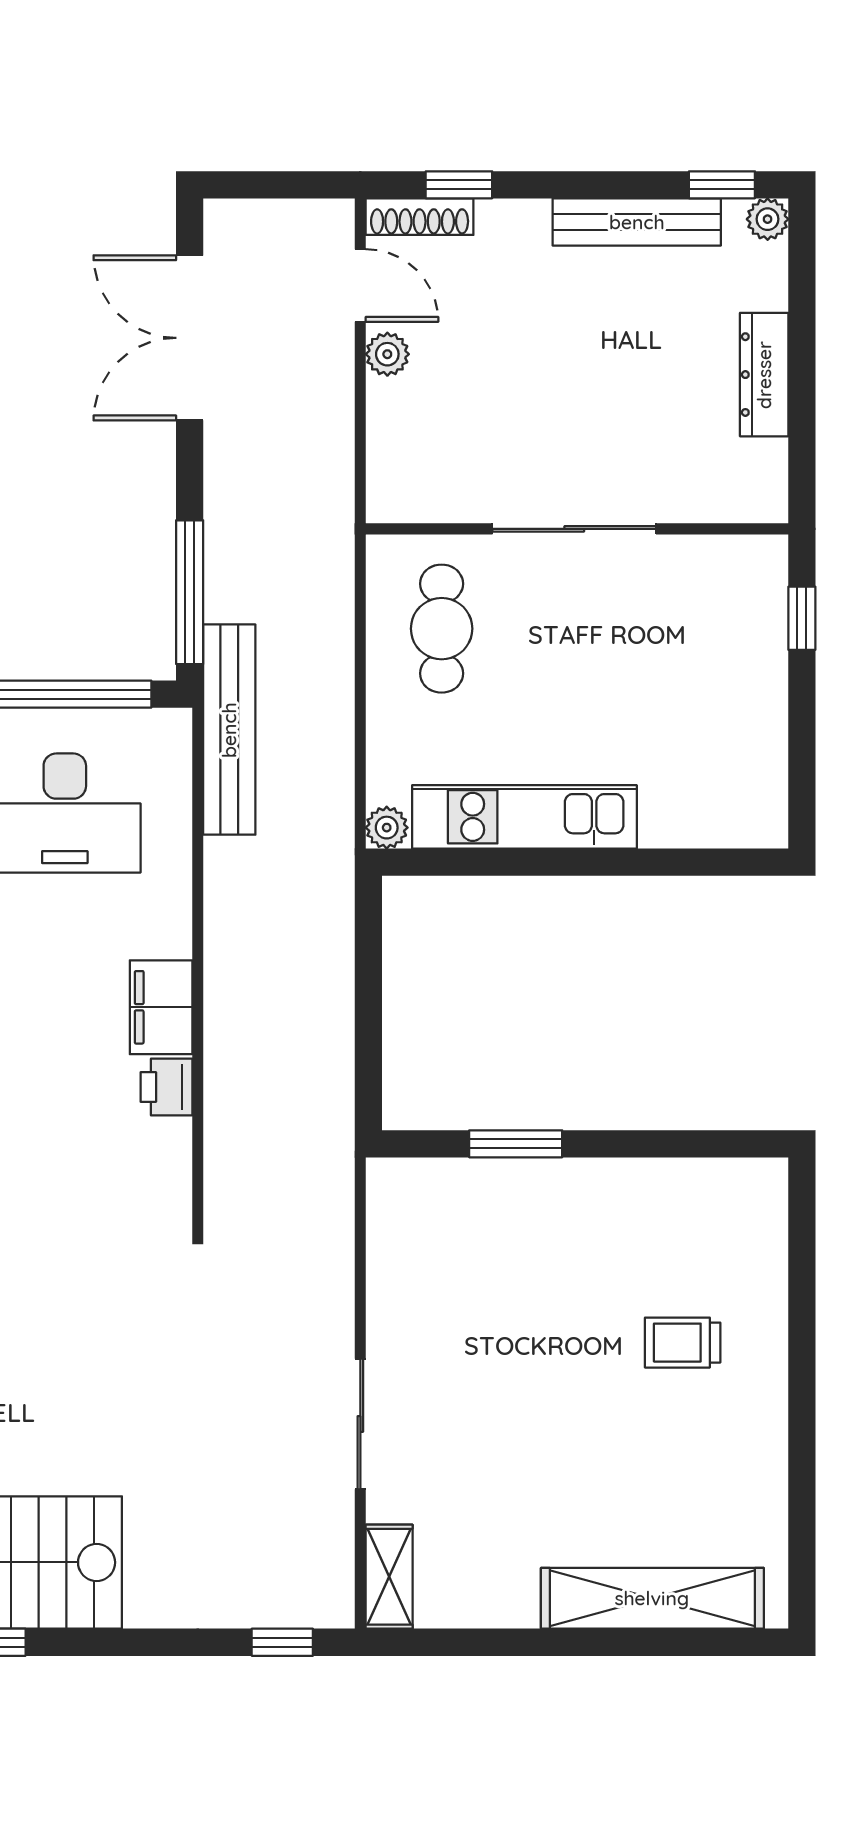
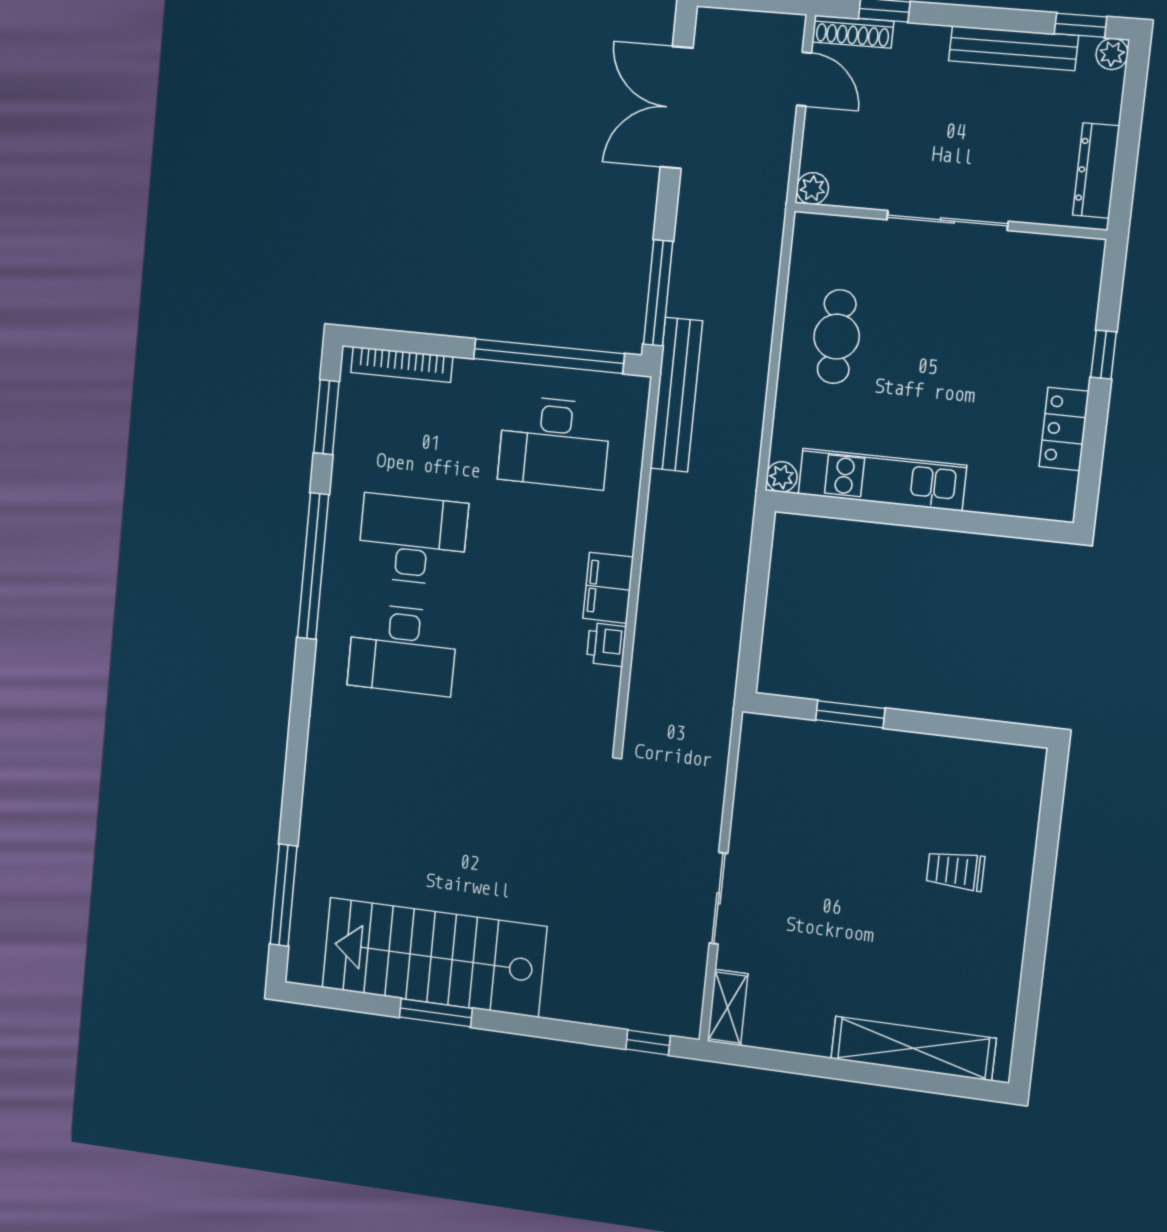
plant: (387, 354) -> (812, 188), moved
sliding door: (574, 529) -> (947, 221), moved
wall: (577, 529) -> (949, 221), moved
locker: (761, 723) -> (1064, 429), added

